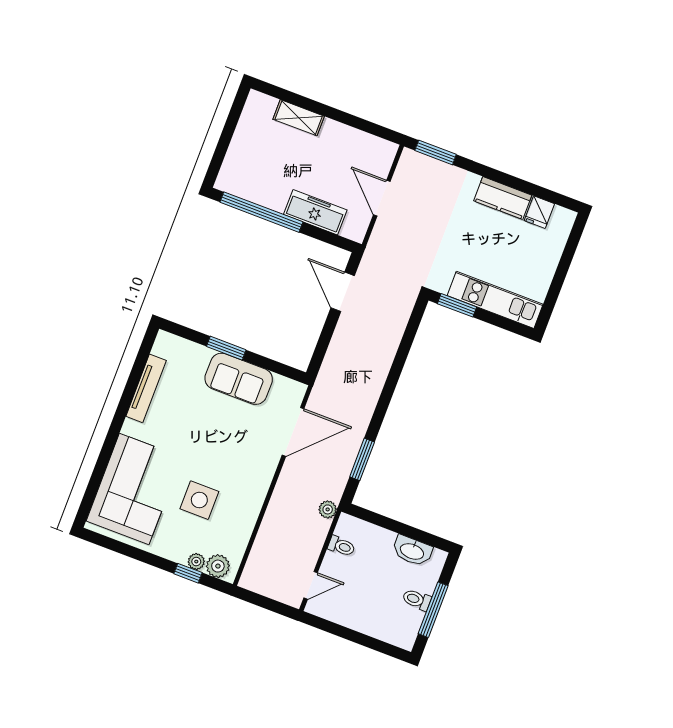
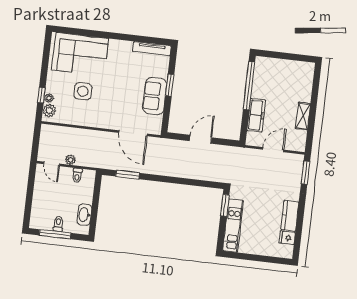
shelving: (299, 118) -> (303, 116), moved
door: (343, 292) -> (201, 139), moved
tv unit: (146, 388) -> (152, 49), moved
plant: (328, 509) -> (70, 160), moved

